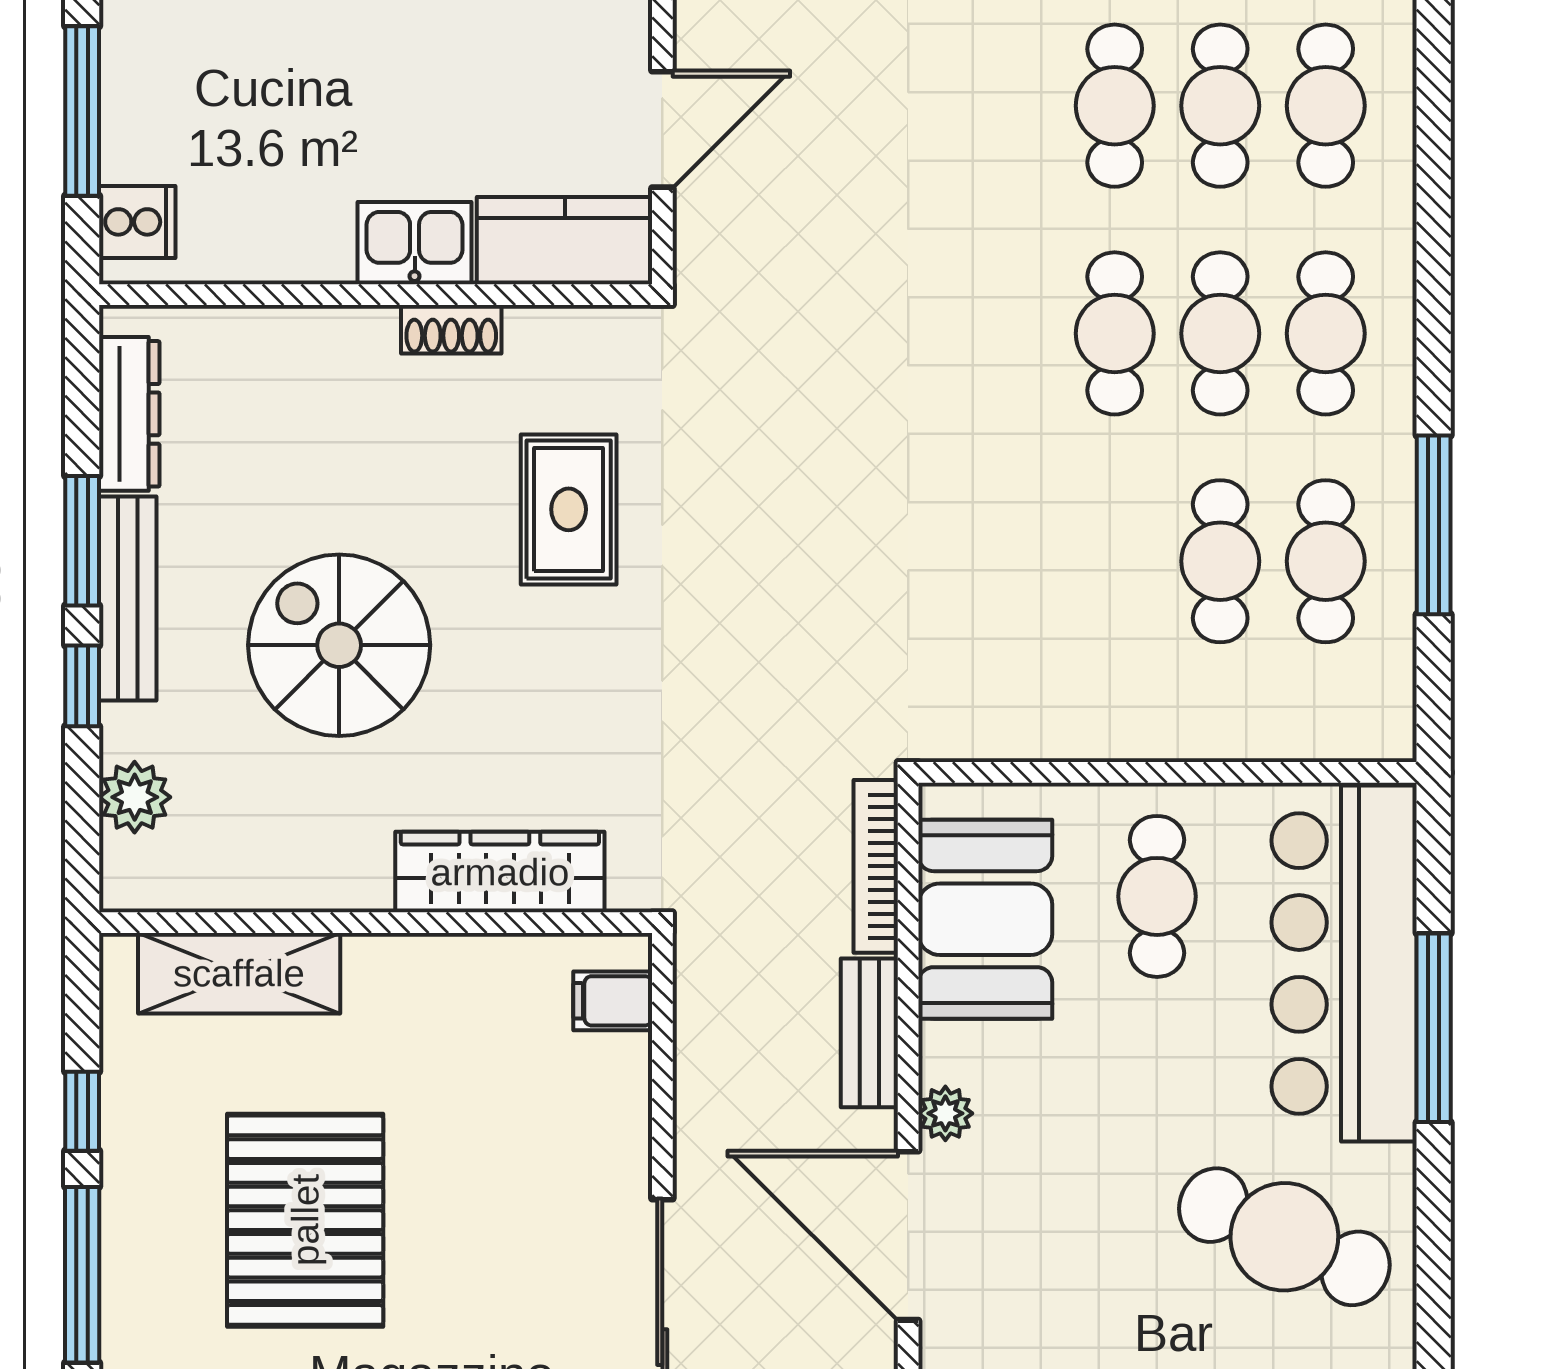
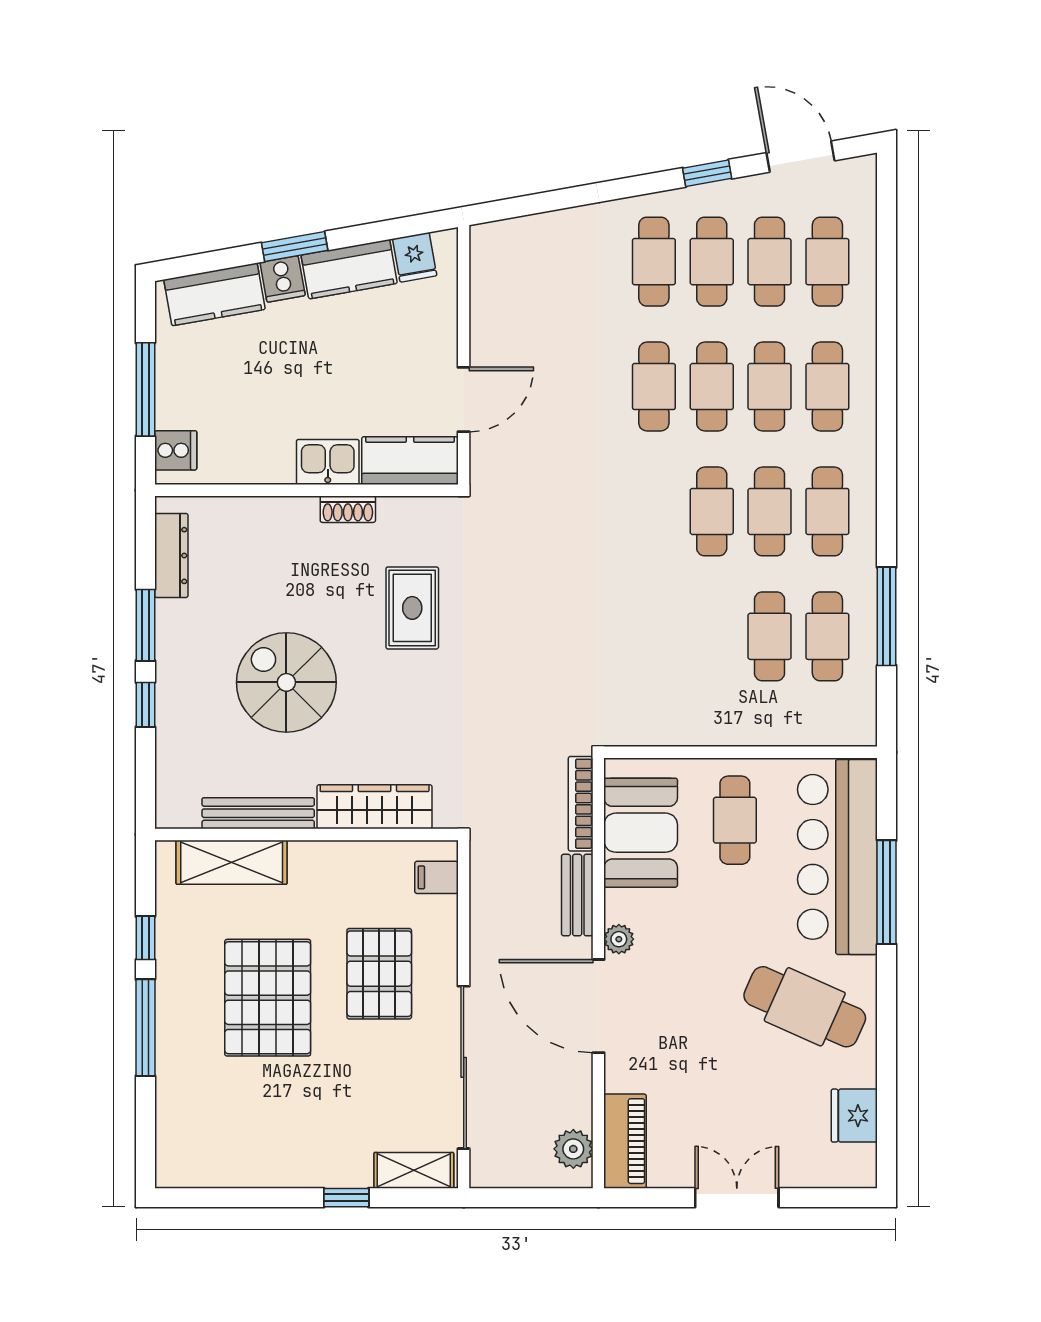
cafe table: (1009, 106) -> (654, 387), added
bench: (128, 599) -> (258, 813), moved, turned 90
plant: (135, 797) -> (174, 766), removed
pallet: (508, 1176) -> (379, 974), added

